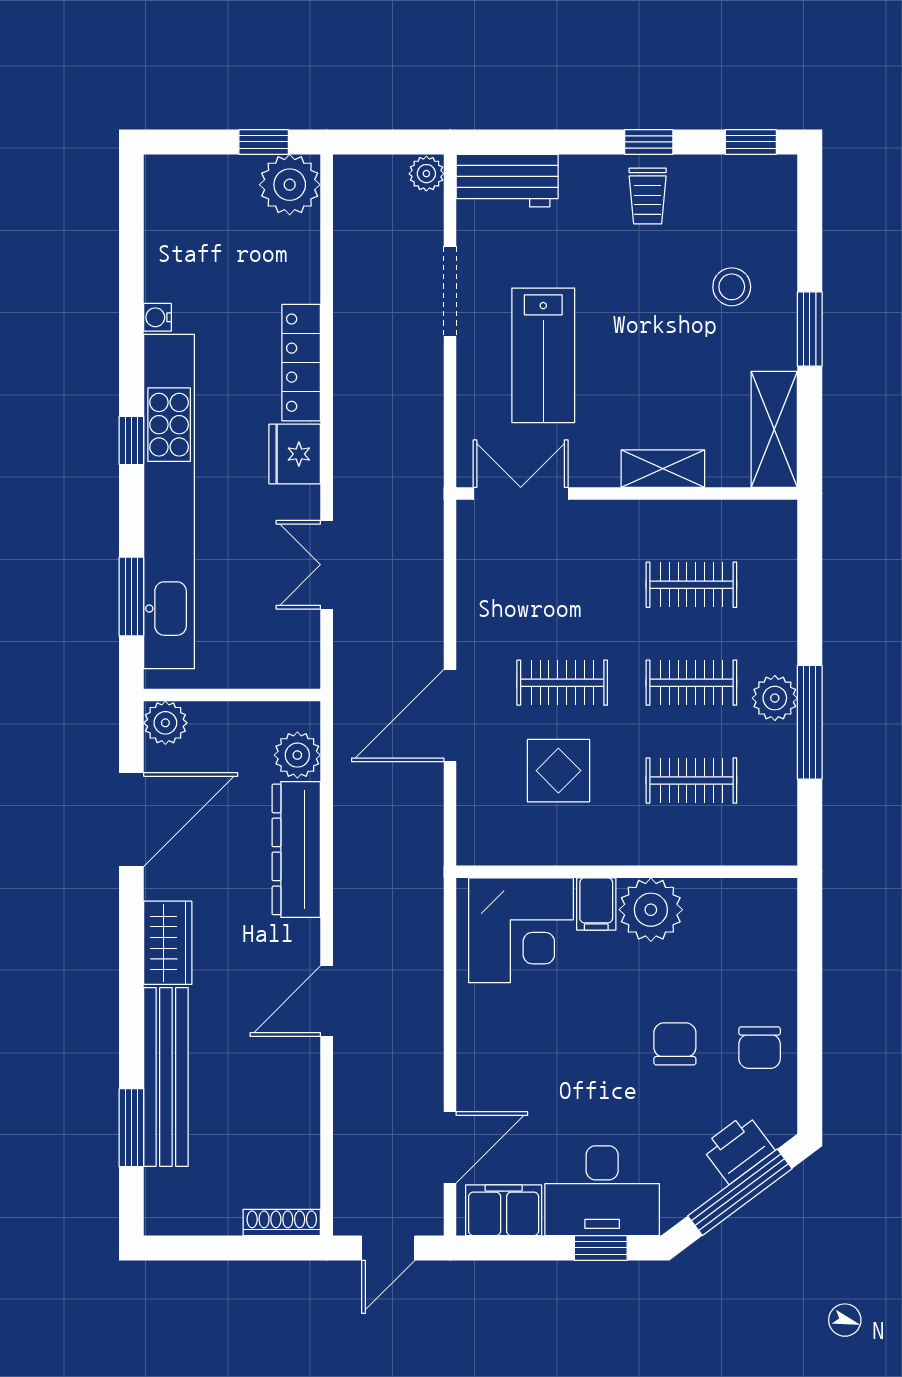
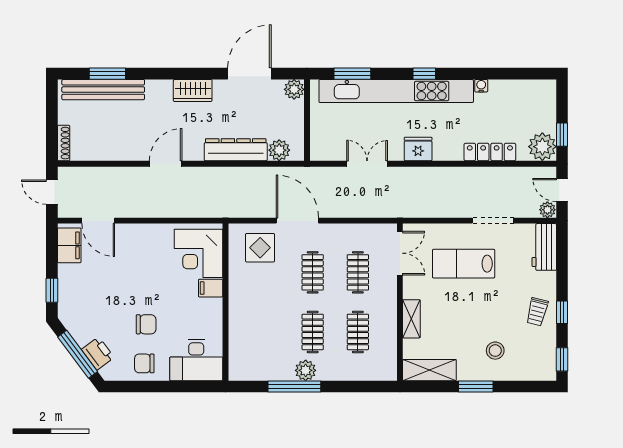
door: (384, 142) -> (562, 190), added
trolley: (648, 196) -> (537, 312), turned -76
locker: (301, 363) -> (490, 152), moved
display table: (558, 771) -> (260, 248), moved
clothes rail: (691, 781) -> (358, 272), moved
door: (131, 820) -> (249, 74), swing flipped
plant: (651, 910) -> (208, 313), removed
door: (327, 1001) -> (166, 164), hinge flipped
bench: (166, 1077) -> (103, 90), moved
desk: (602, 1191) -> (196, 360), moved, turned -90

